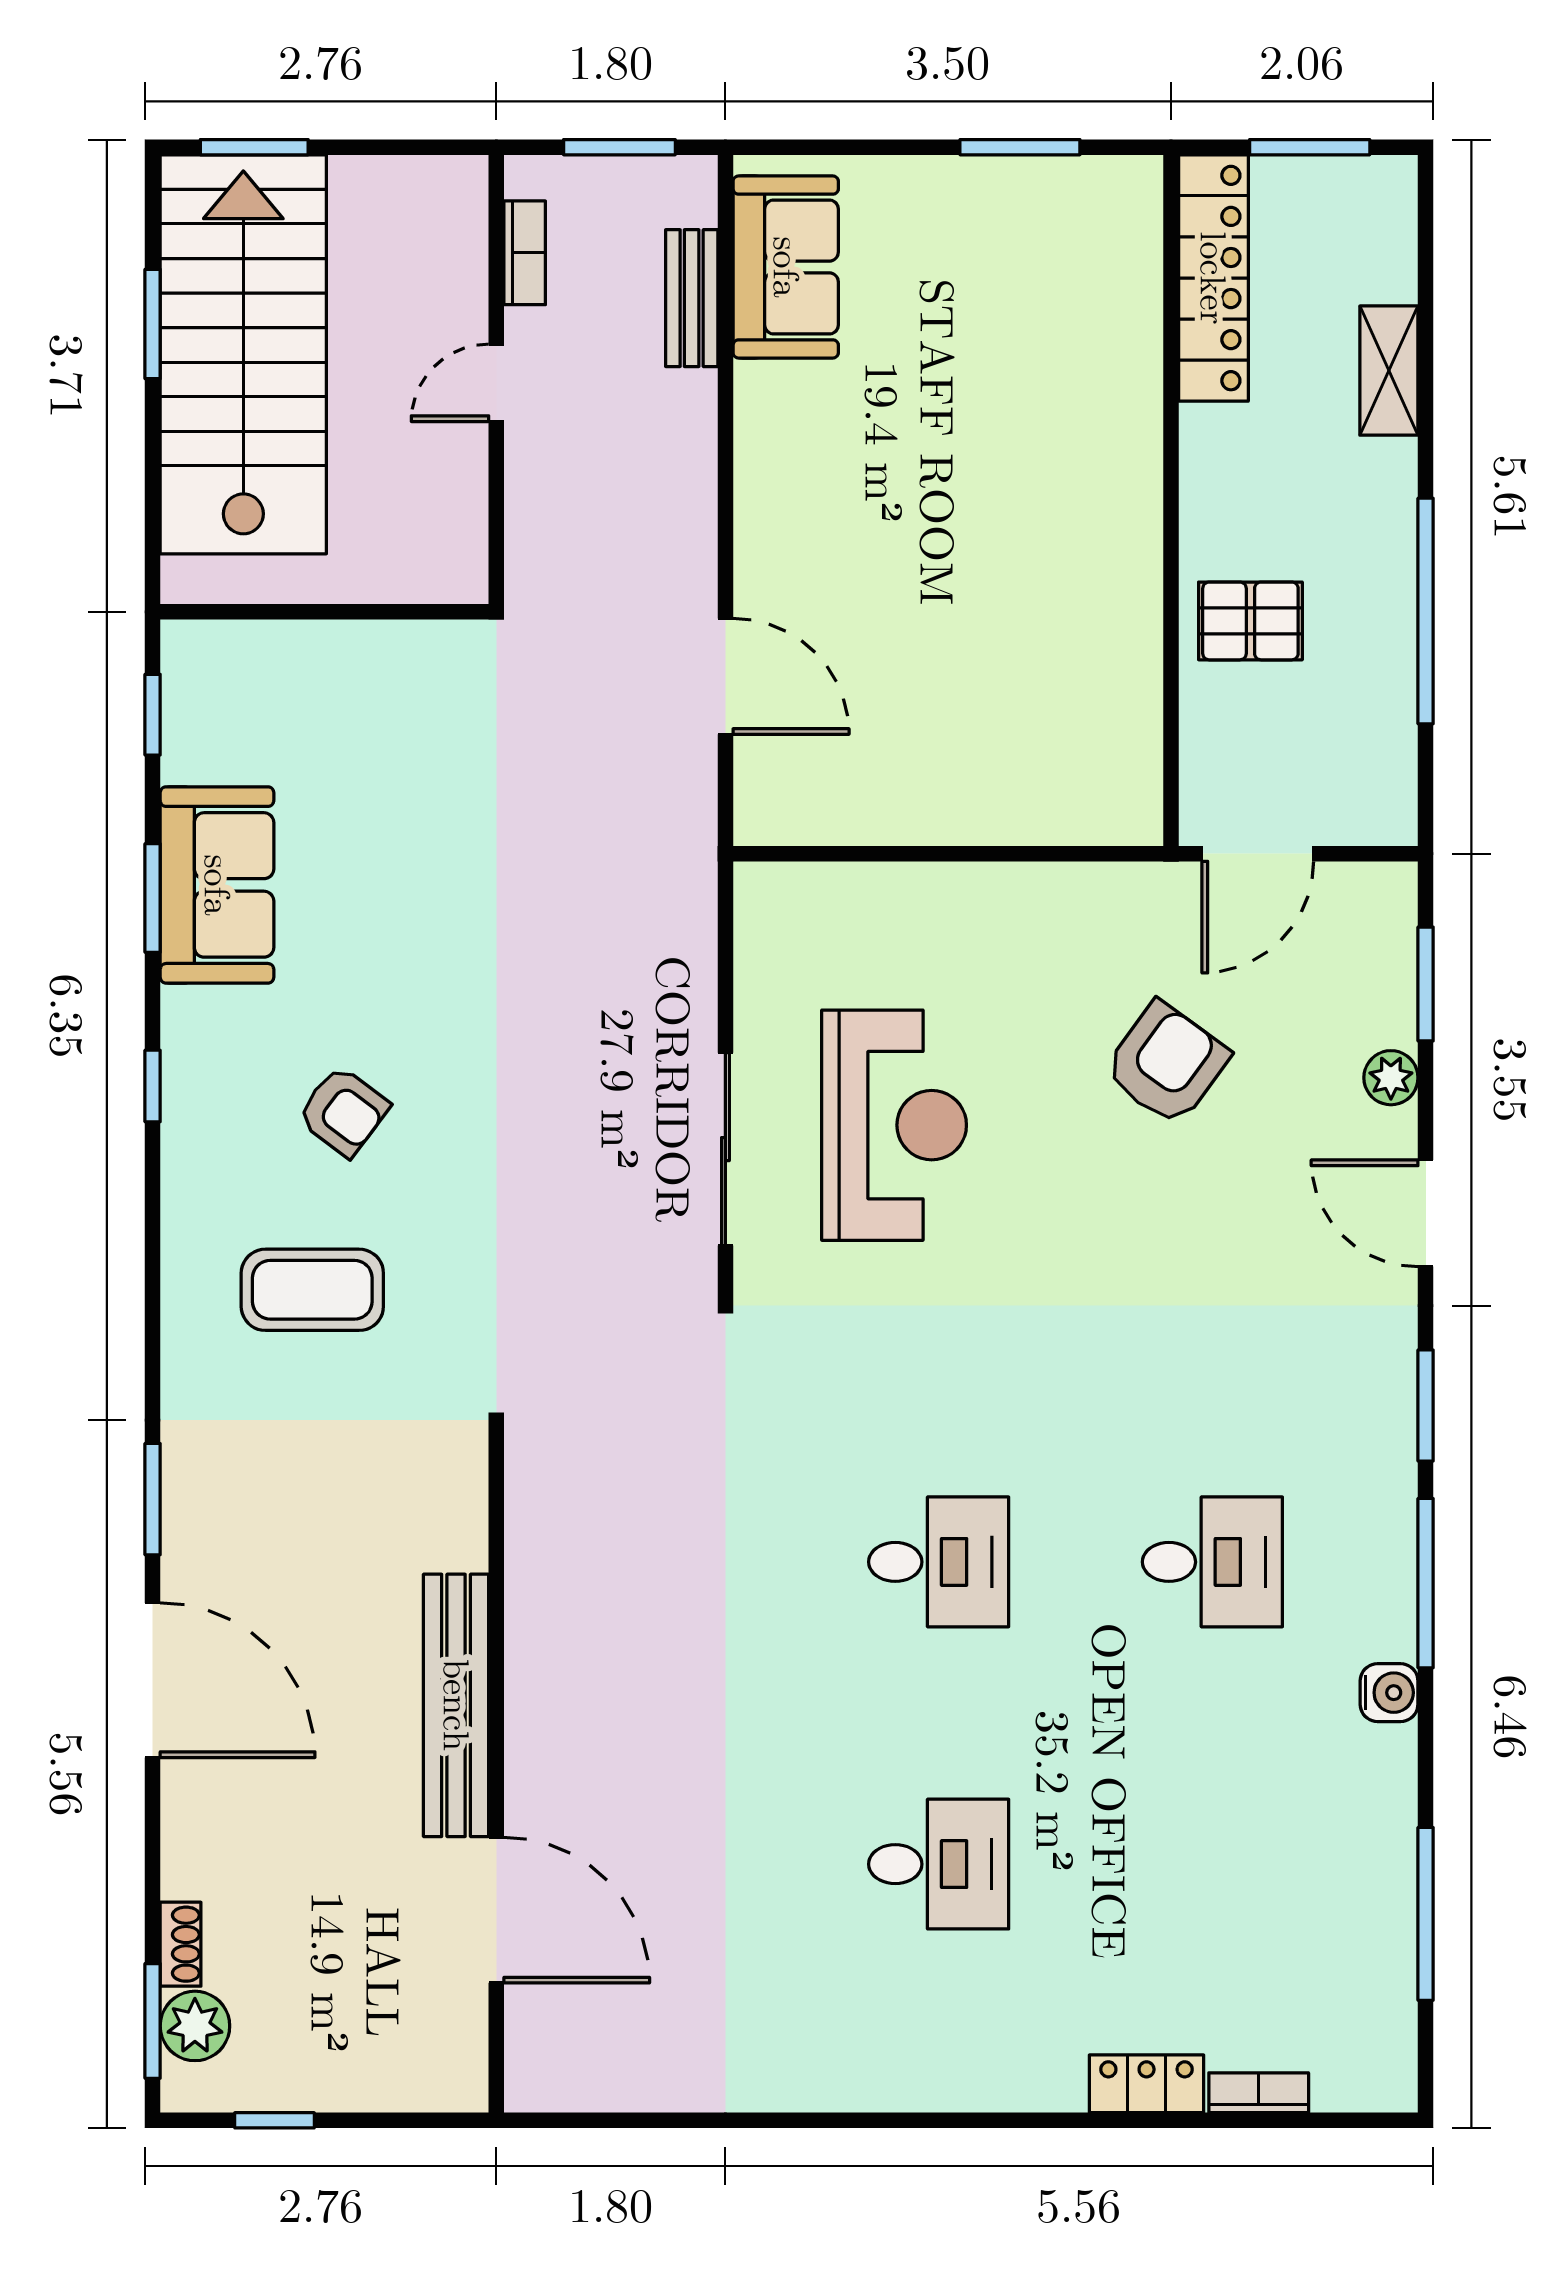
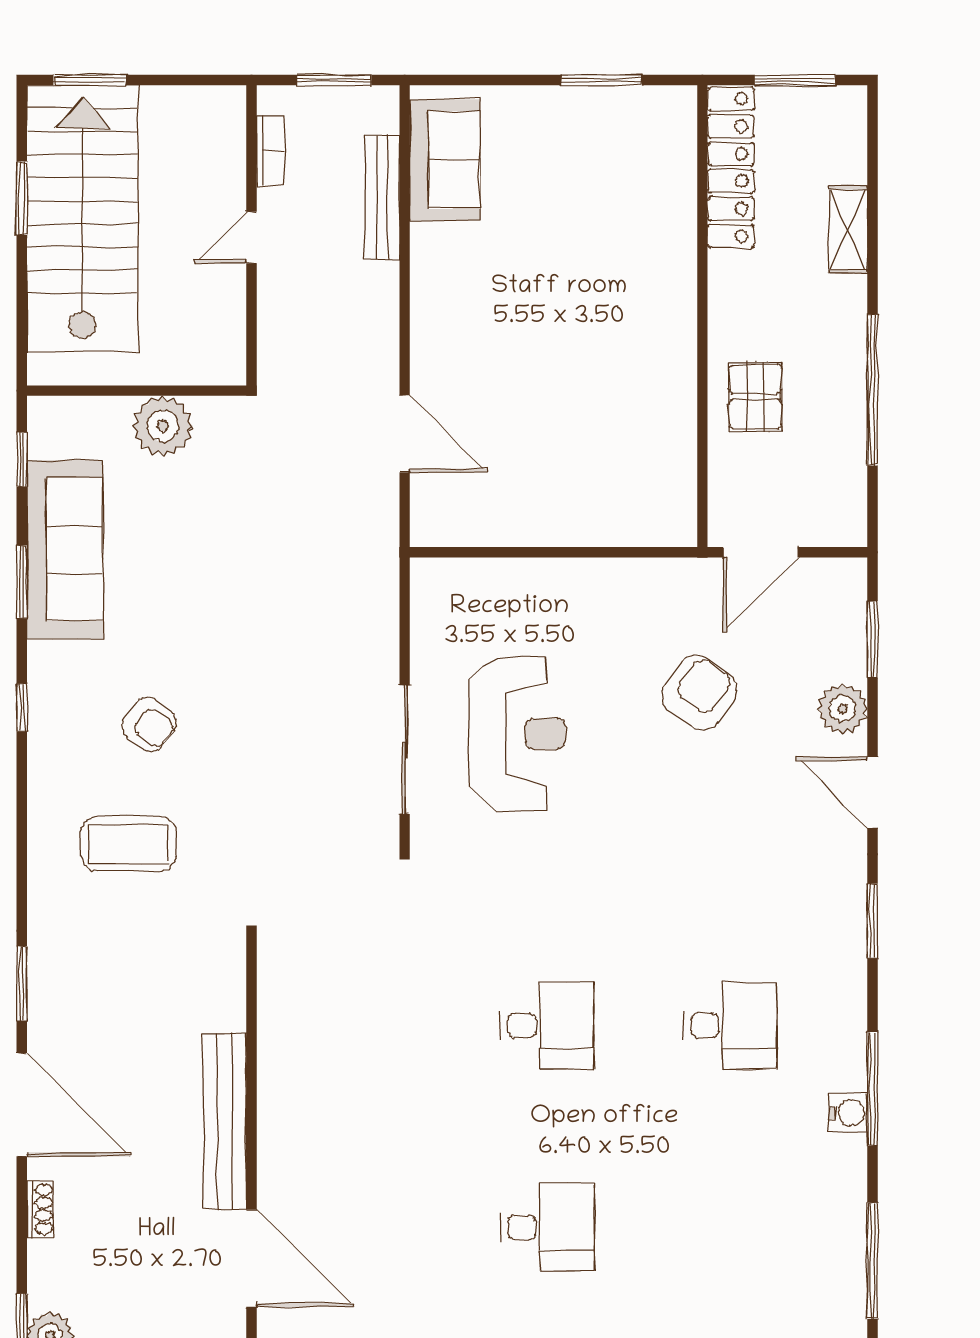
bench: (692, 298) -> (382, 198), width x1.36
pallet: (1250, 621) -> (755, 397), turned 90
plant: (363, 665) -> (163, 426), added
sofa: (217, 885) -> (65, 549), width x1.36
plant: (1391, 1078) -> (843, 709), width x1.38, depth x1.38
window: (1426, 1583) -> (873, 1089), moved
shoe rack: (181, 1944) -> (41, 1209), moved

